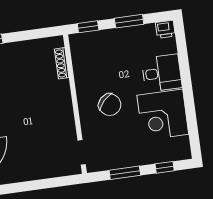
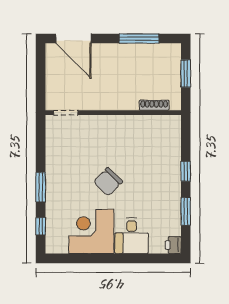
shoe rack: (62, 63) -> (154, 105), moved
wall: (75, 104) -> (113, 113), moved
doorway: (82, 152) -> (66, 113), moved

